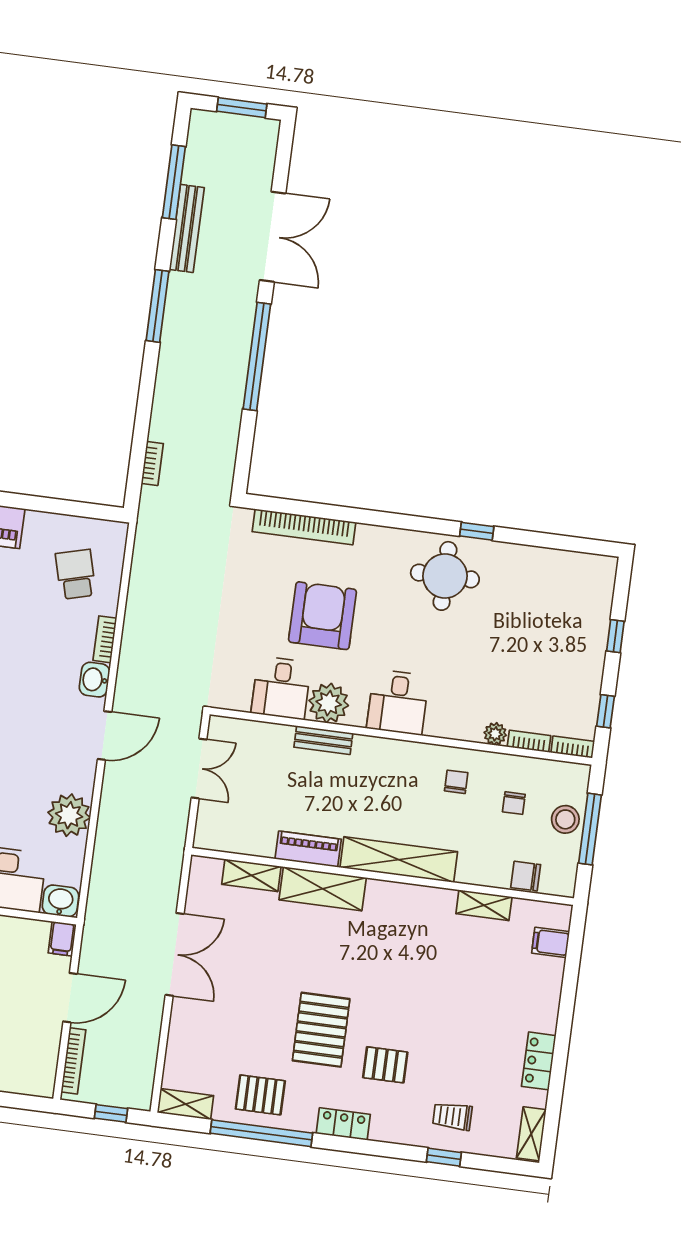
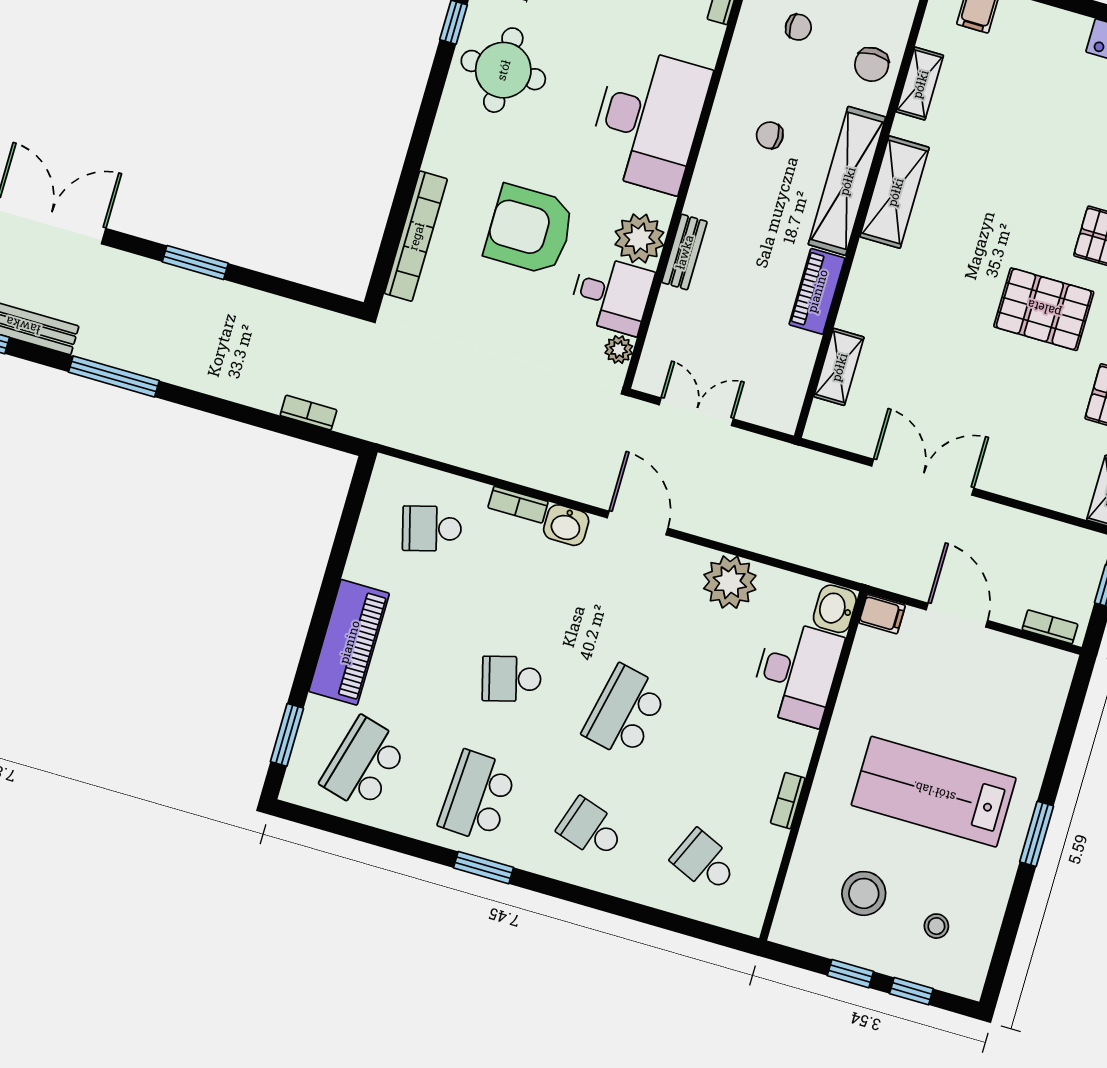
window: (257, 357) -> (195, 263), width x0.47
desk: (398, 702) -> (649, 120), width x1.87, depth x1.30
plant: (495, 734) -> (619, 350), moved
chair: (456, 782) -> (770, 135), moved
chair: (526, 876) -> (872, 64), moved
shelving: (323, 889) -> (895, 192), moved
bookcase: (73, 1061) -> (1050, 627), width x0.64

